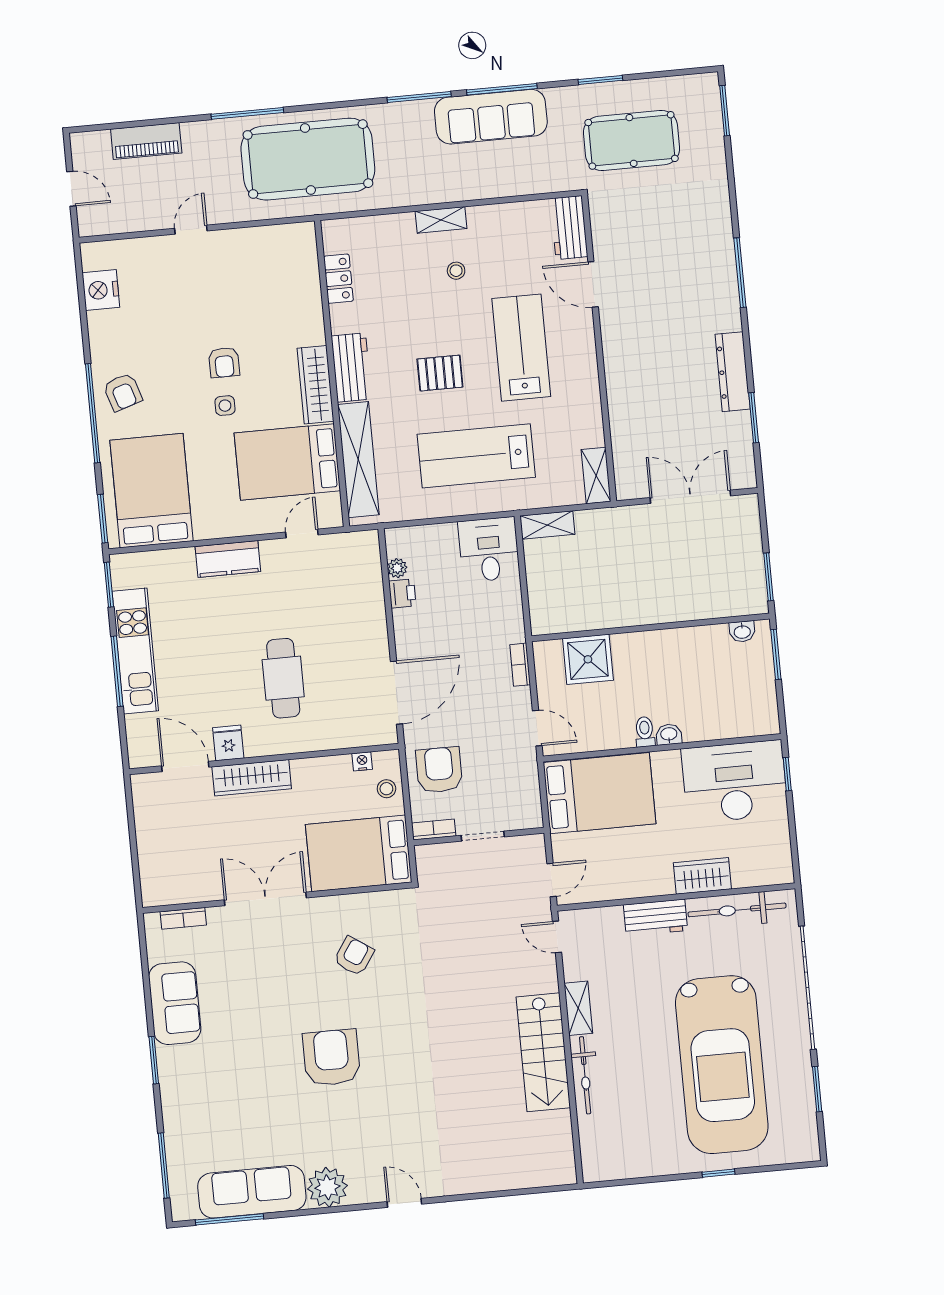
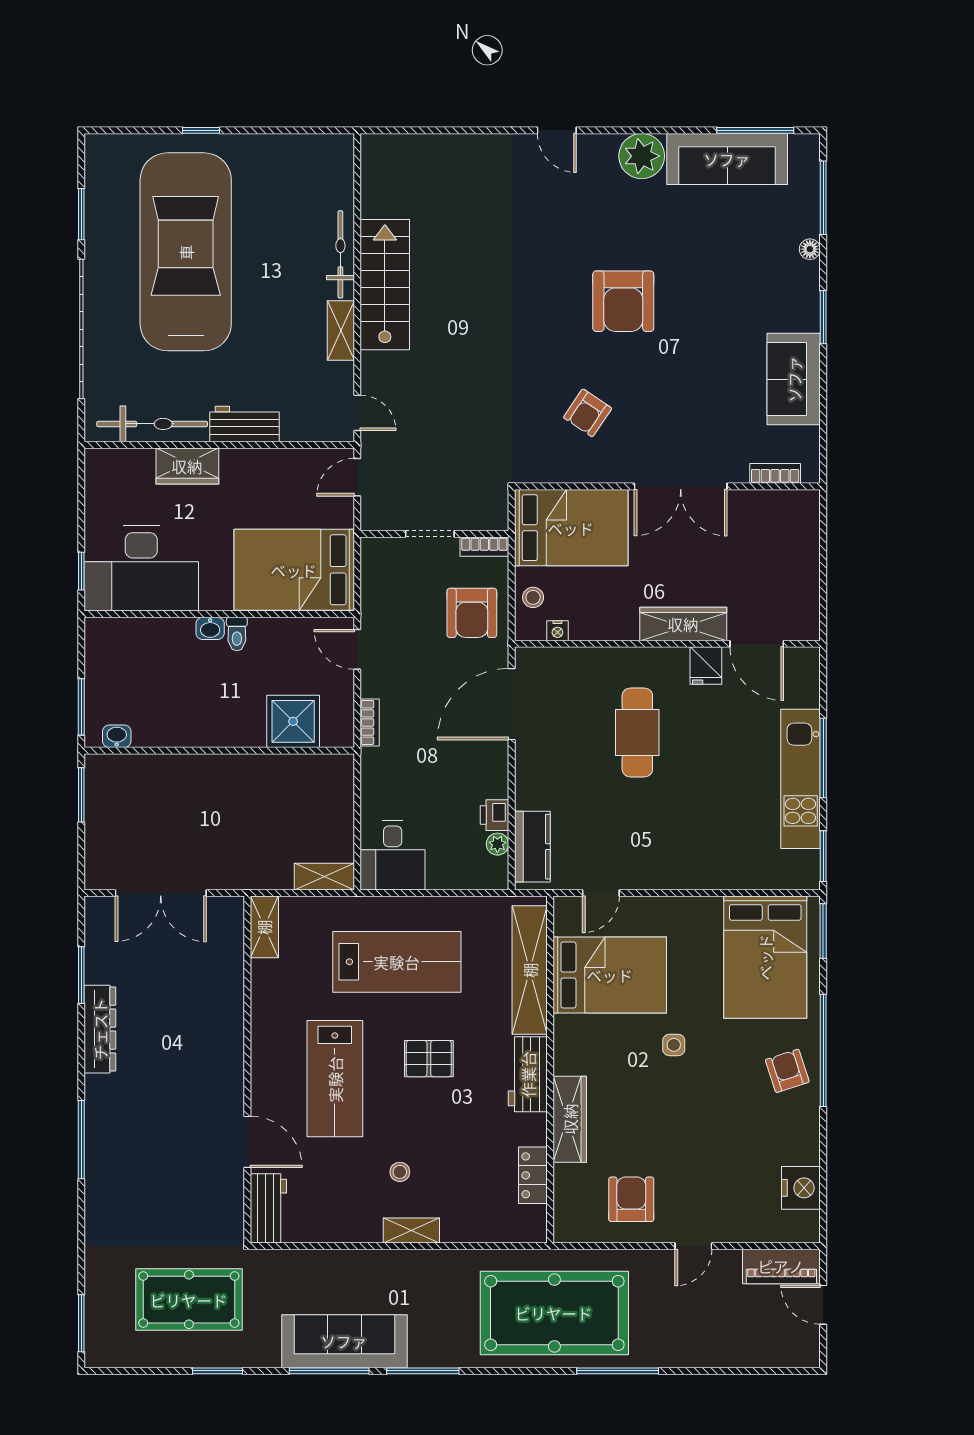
piano: (146, 141) -> (781, 1266), moved, turned 180
armchair: (224, 362) -> (631, 1199), moved, width x1.38, depth x1.38
wardrobe: (316, 385) -> (570, 1119), moved
kitchen counter: (228, 559) -> (532, 847), moved, turned 90
floor lamp: (171, 1119) -> (810, 249), added

